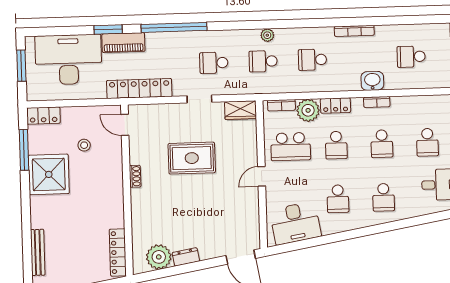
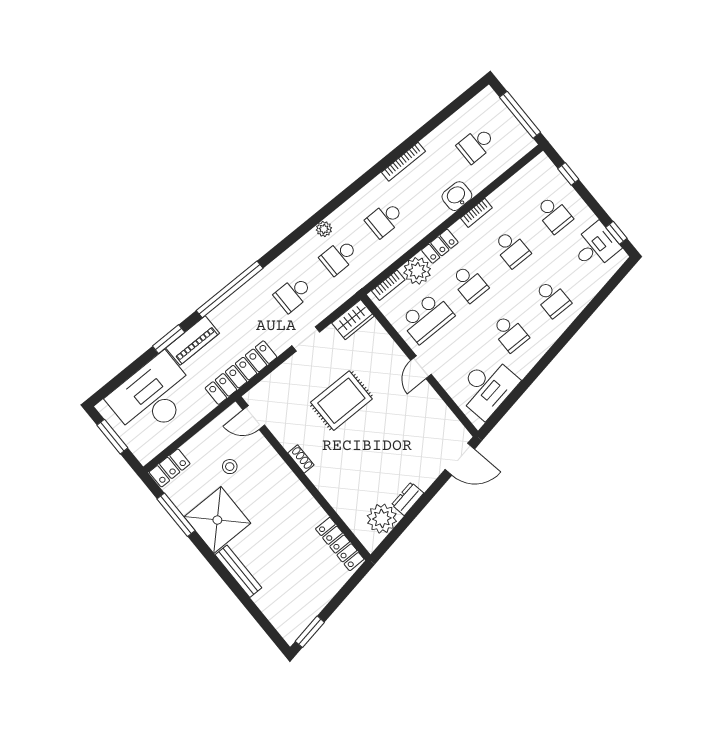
bench: (38, 252) -> (238, 571), moved

